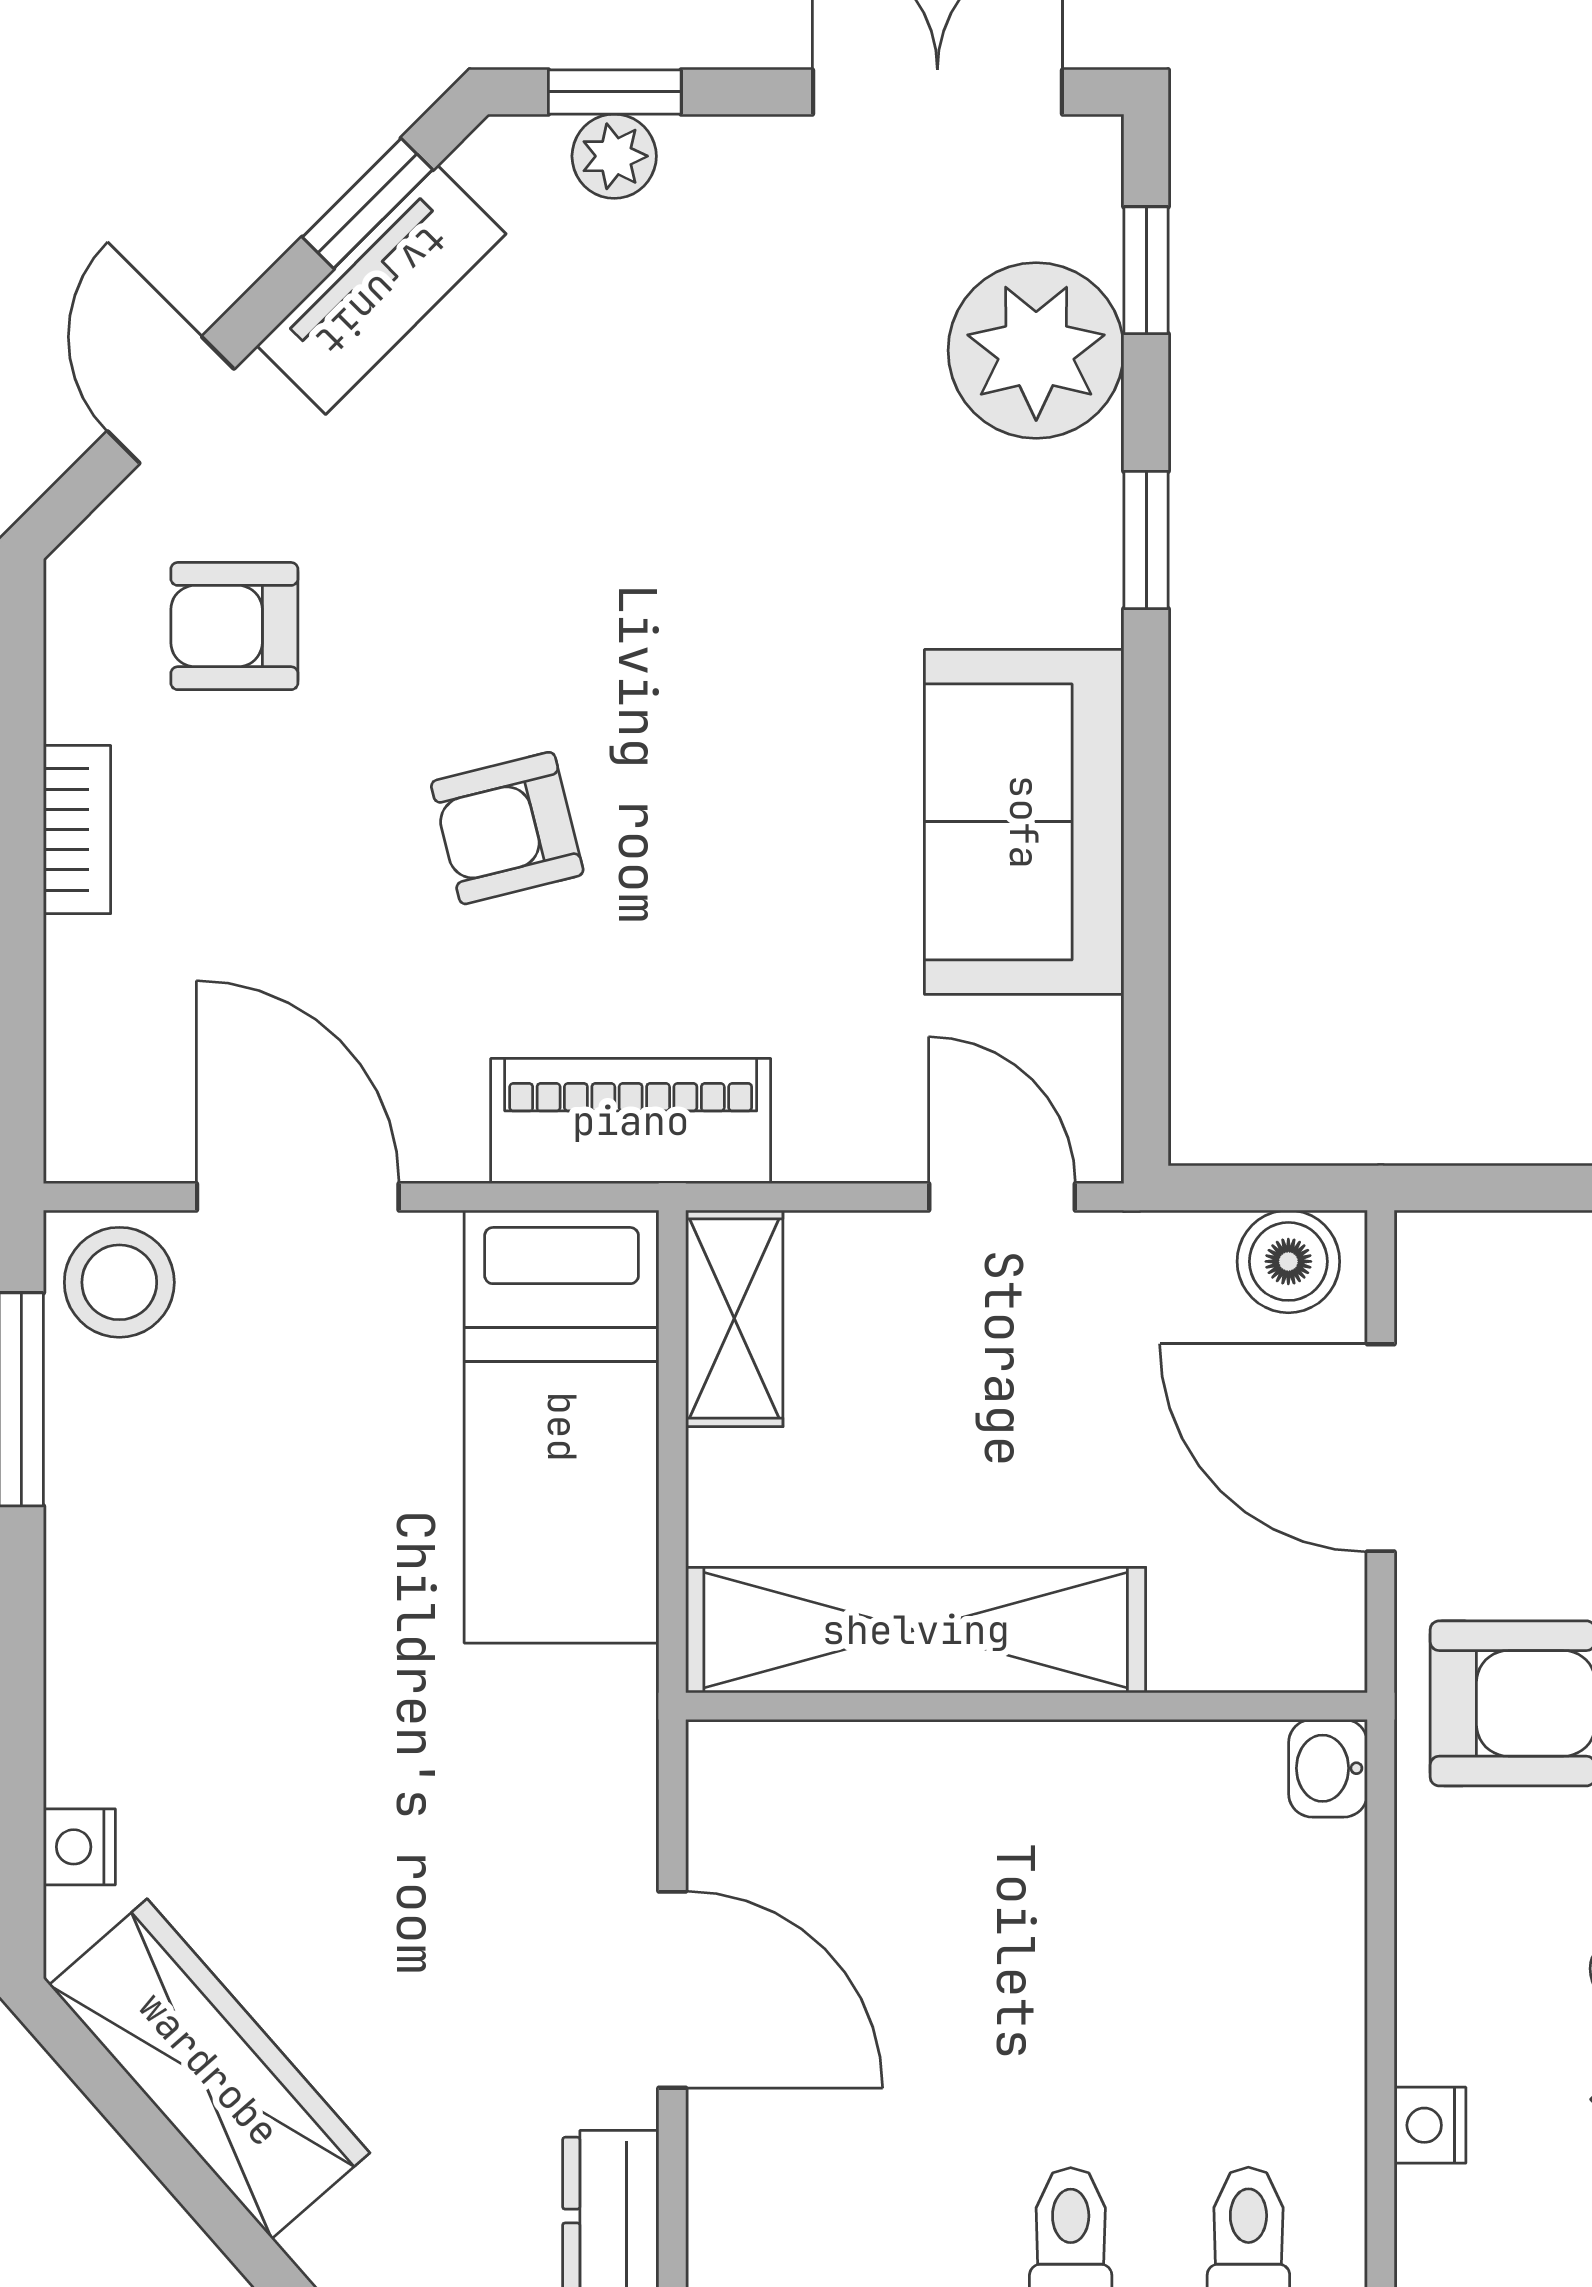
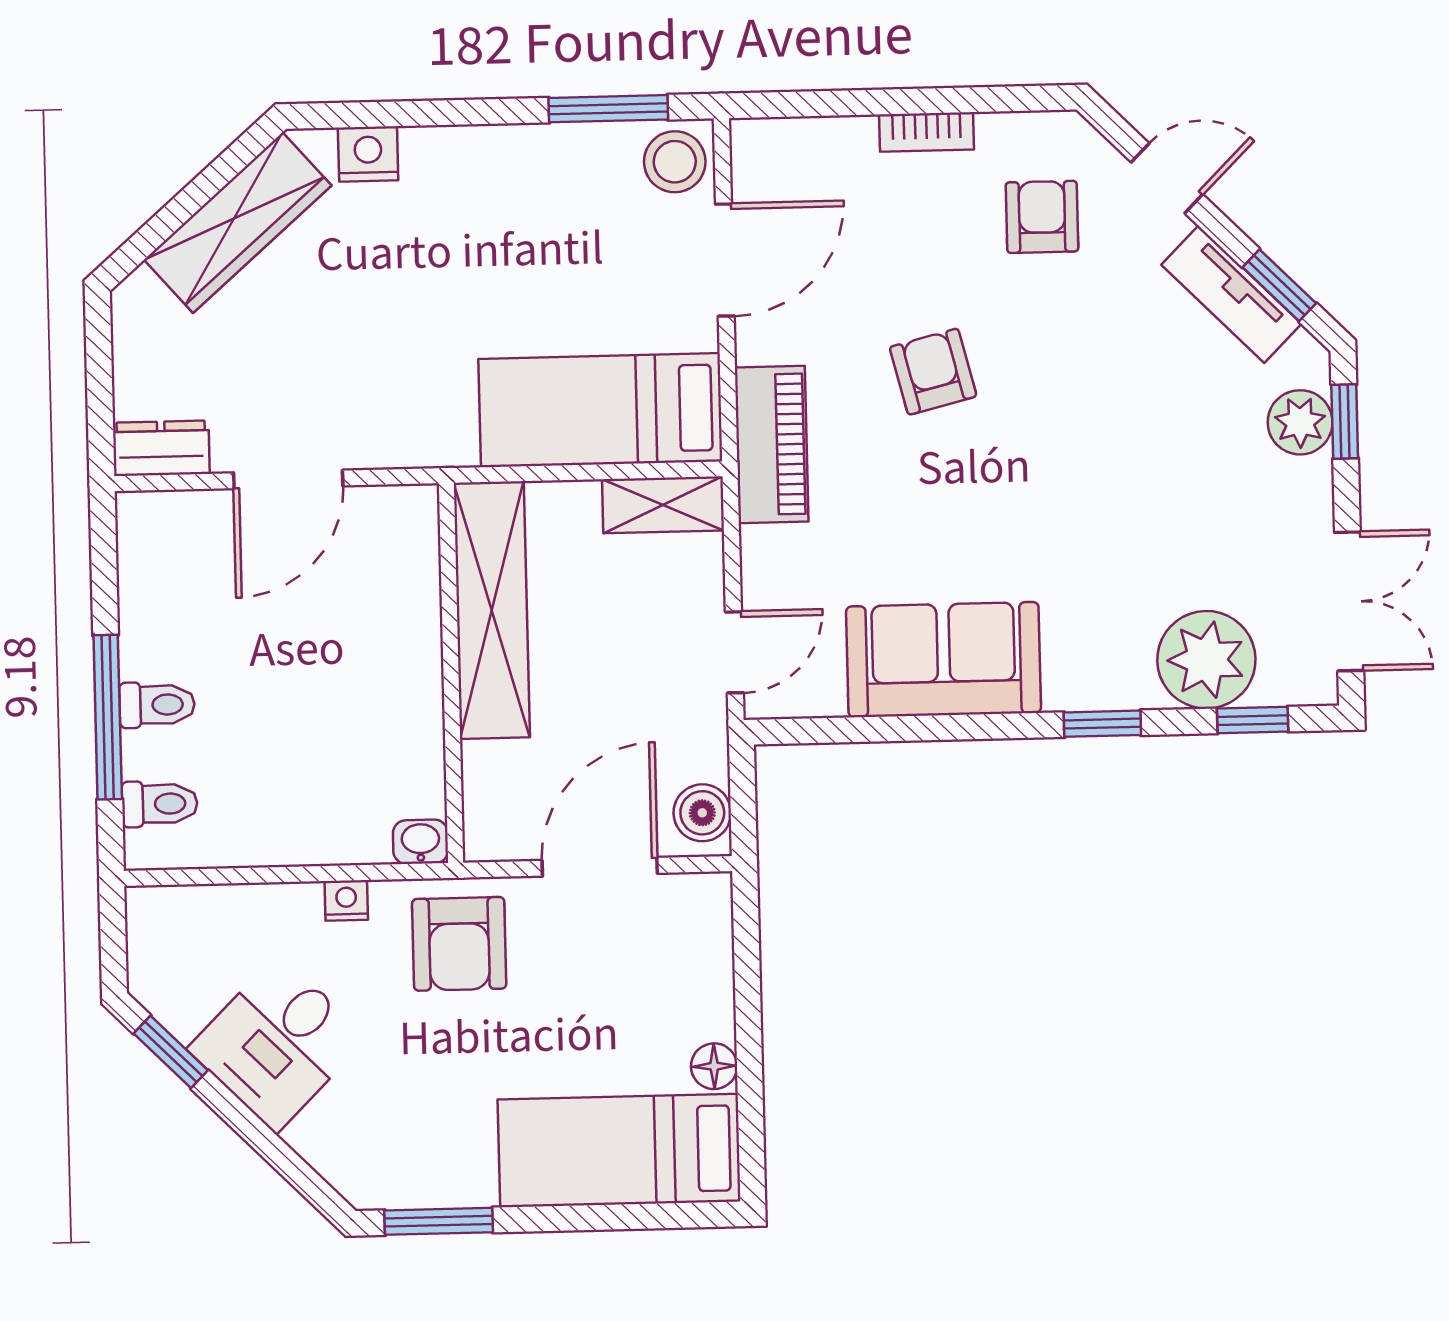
plant: (614, 156) -> (1300, 422), width x1.38, depth x1.38
nightstand: (79, 1847) -> (368, 154), width x1.39, depth x1.35
nightstand: (1430, 2125) -> (346, 900), moved

